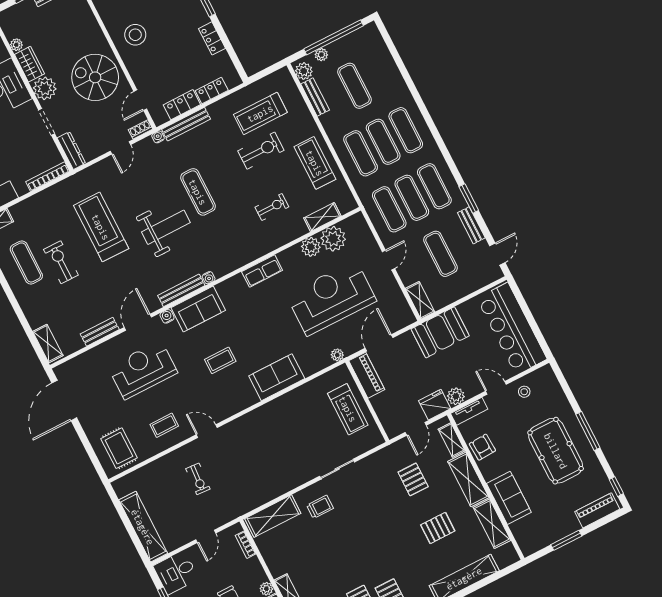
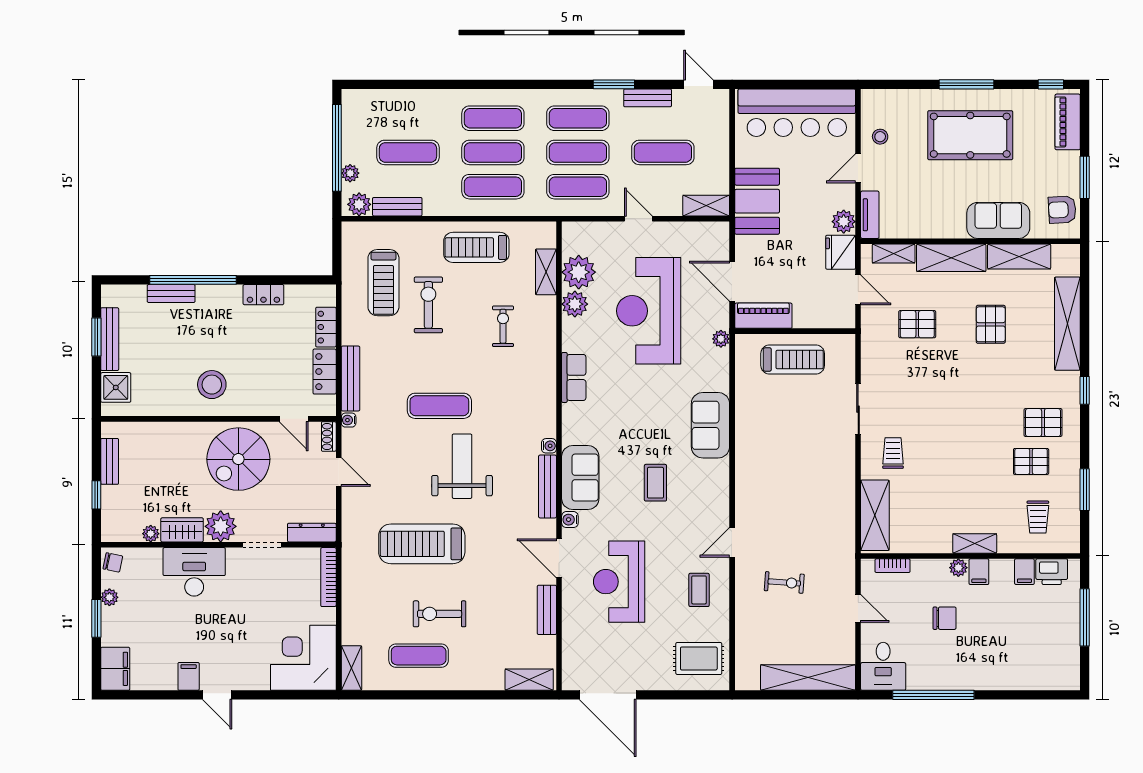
armchair: (482, 447) -> (1062, 210), moved

